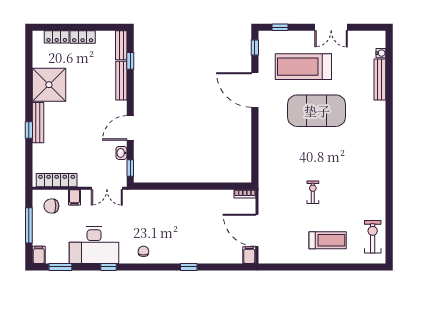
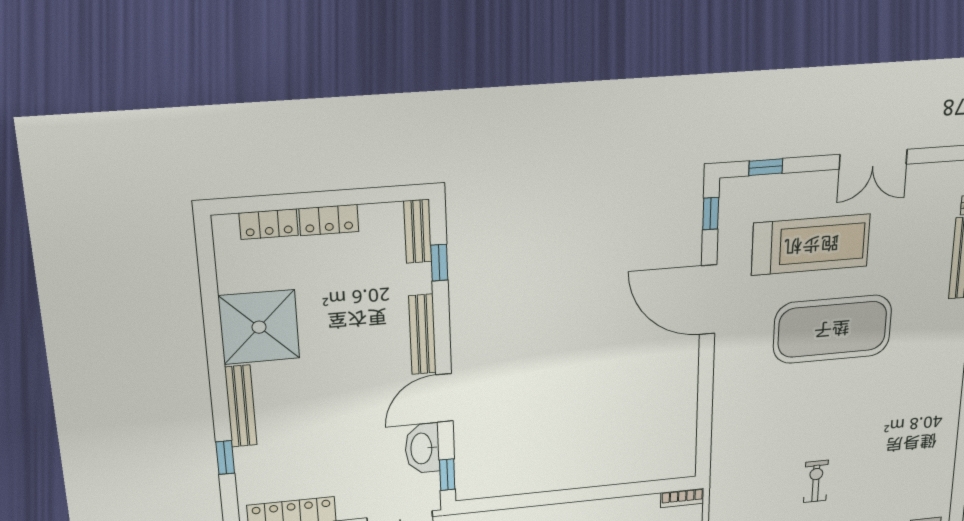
treadmill: (303, 67) -> (811, 245), turned 180
bench: (121, 81) -> (422, 334), moved
window: (29, 130) -> (225, 458), moved
washbasin: (121, 153) -> (422, 448), width x1.91, depth x1.45

